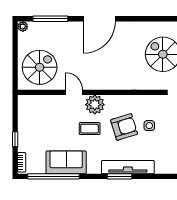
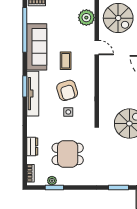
door: (74, 92) -> (97, 48), hinge flipped
plant: (95, 105) -> (86, 18), moved
sofa: (66, 162) -> (37, 47), width x1.36

